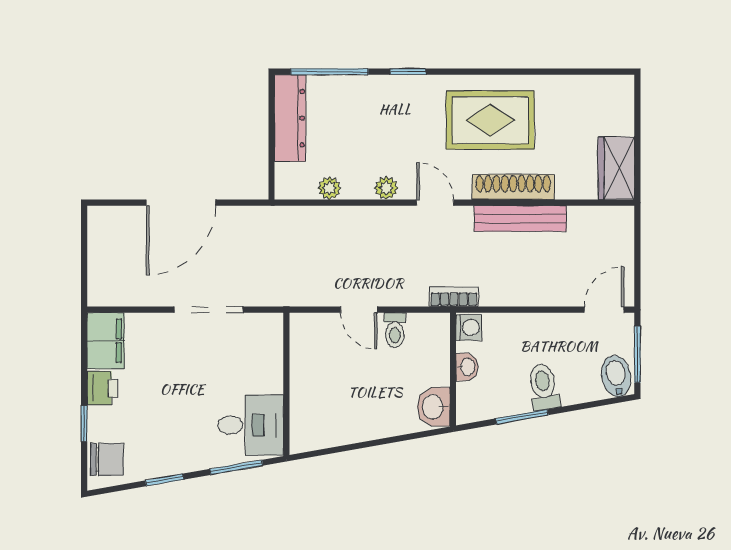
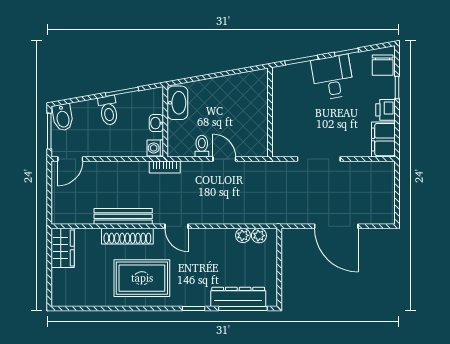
dresser: (290, 118) -> (238, 297), moved, turned 90
plant: (386, 188) -> (259, 236), moved
door: (181, 203) -> (336, 226), swing flipped
washbasin: (434, 407) -> (177, 103), width x1.38
desk: (251, 425) -> (333, 77), moved, turned 80
chair: (107, 459) -> (383, 65), turned -90

